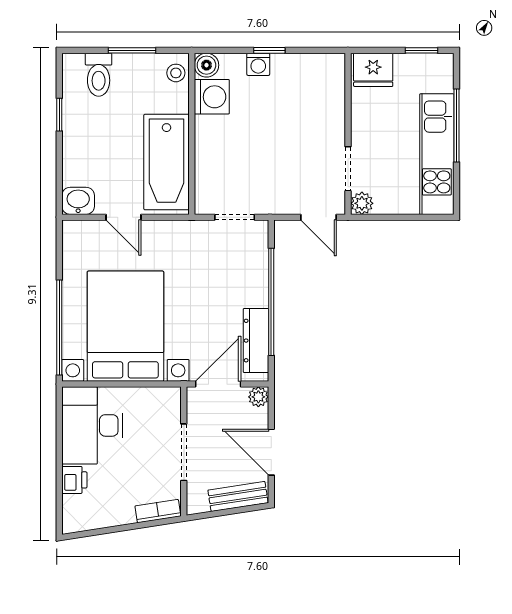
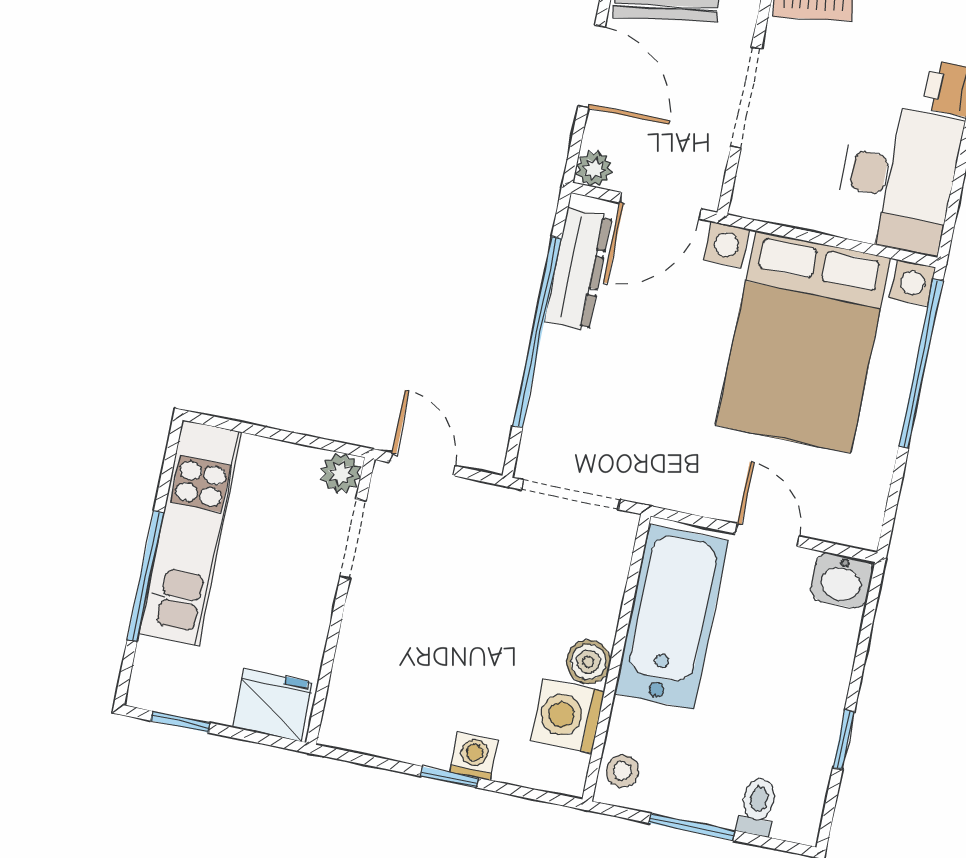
boiler: (206, 65) -> (588, 662), moved
toilet: (99, 75) -> (758, 807), width x0.73, depth x0.72
doorway: (235, 217) -> (571, 495), width x1.38

